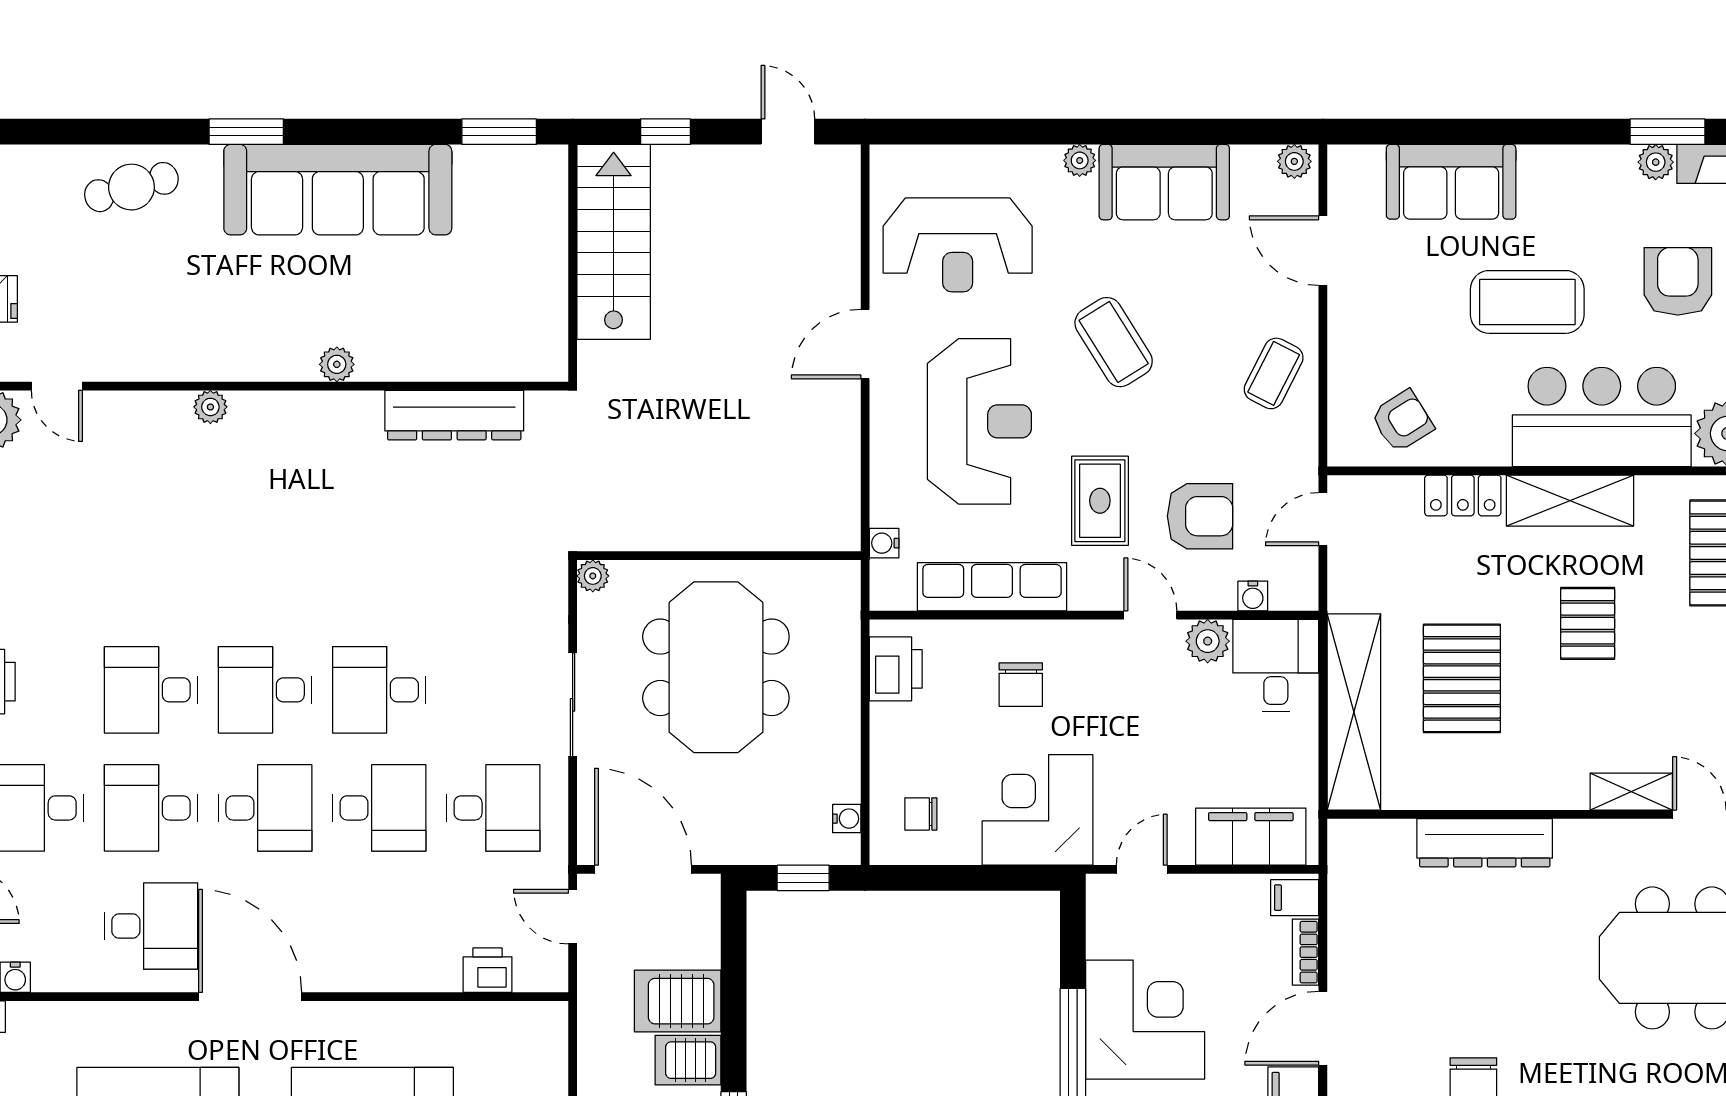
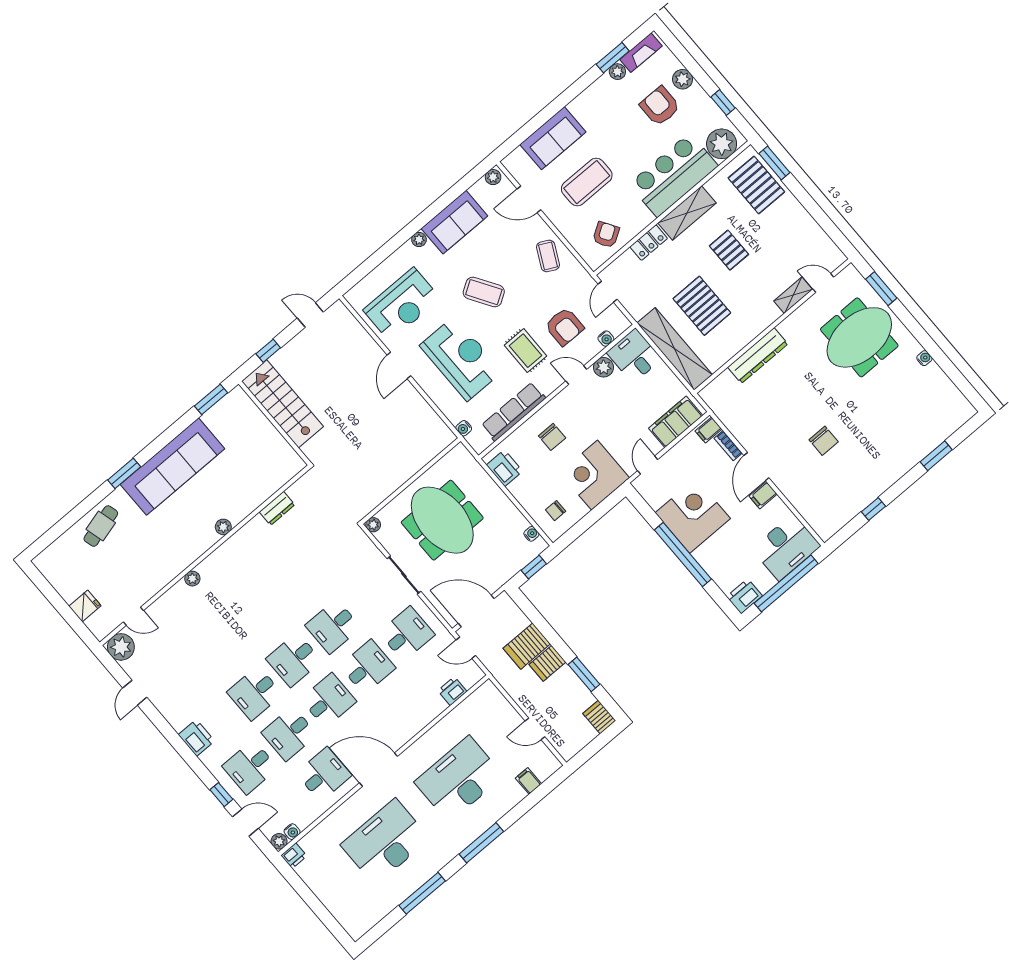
coffee table: (1527, 302) -> (587, 182), moved
dresser: (454, 415) -> (277, 508), width x0.51, depth x0.80
armchair: (1200, 516) -> (564, 327), turned 90

